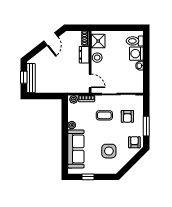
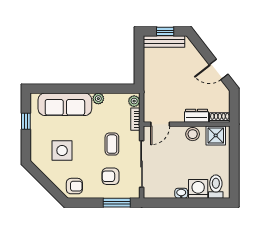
window: (146, 126) -> (117, 203), moved

